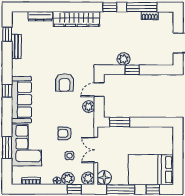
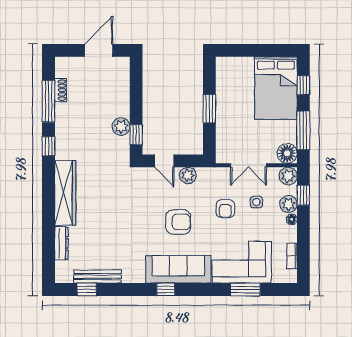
bench: (16, 46) -> (97, 277), width x1.36
window: (132, 70) -> (136, 135), moved
armchair: (64, 82) -> (178, 222), moved
window: (120, 122) -> (209, 109), moved

